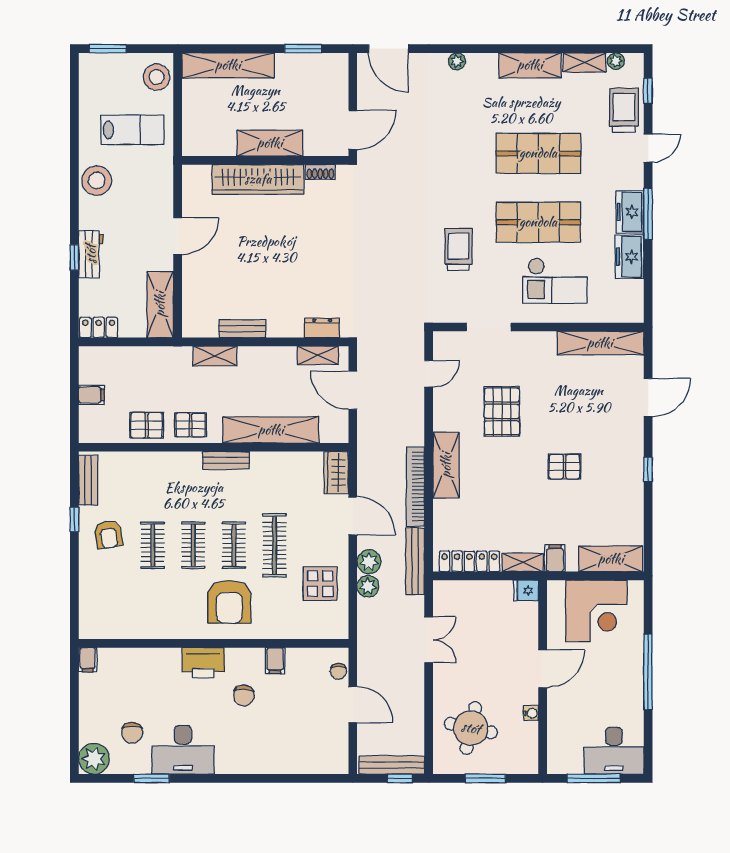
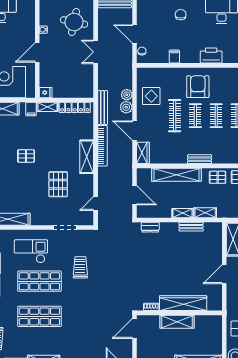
trolley: (459, 249) -> (80, 267), turned 180
shelving: (318, 355) -> (183, 213), moved
double door: (429, 640) -> (96, 52), moved
chair: (244, 696) -> (181, 15), moved

